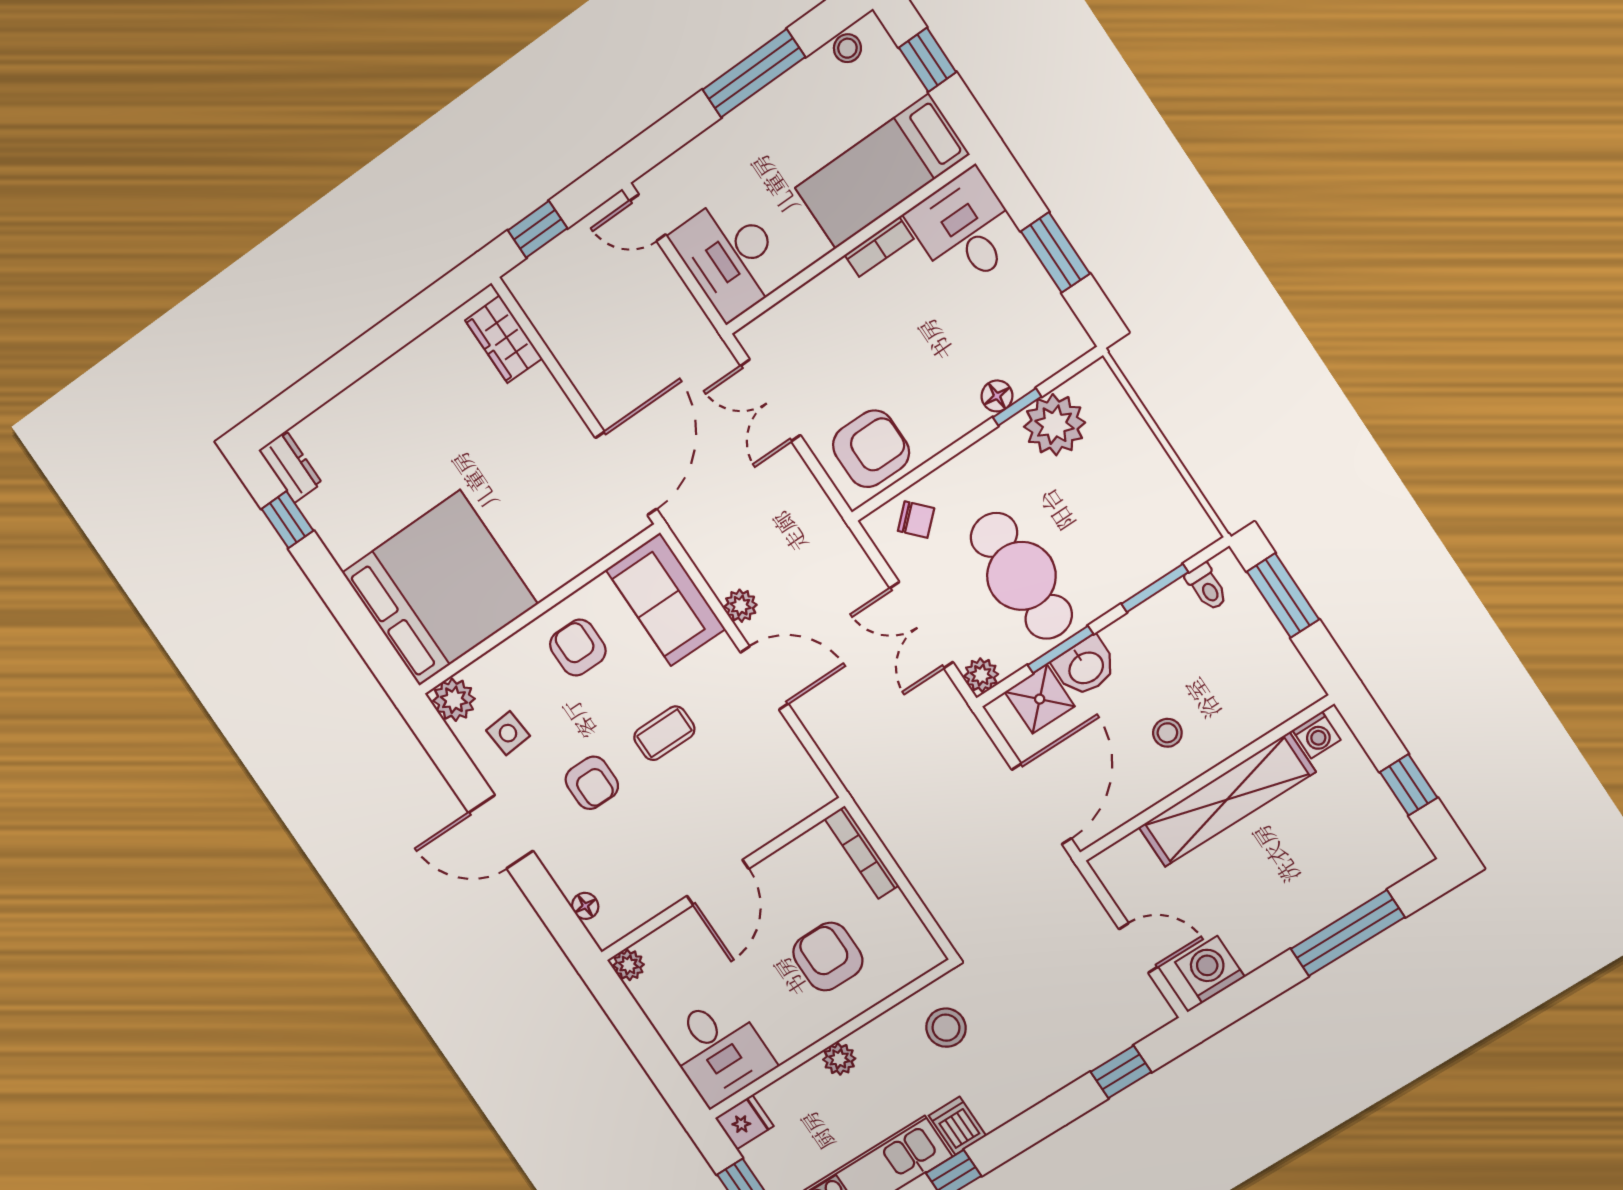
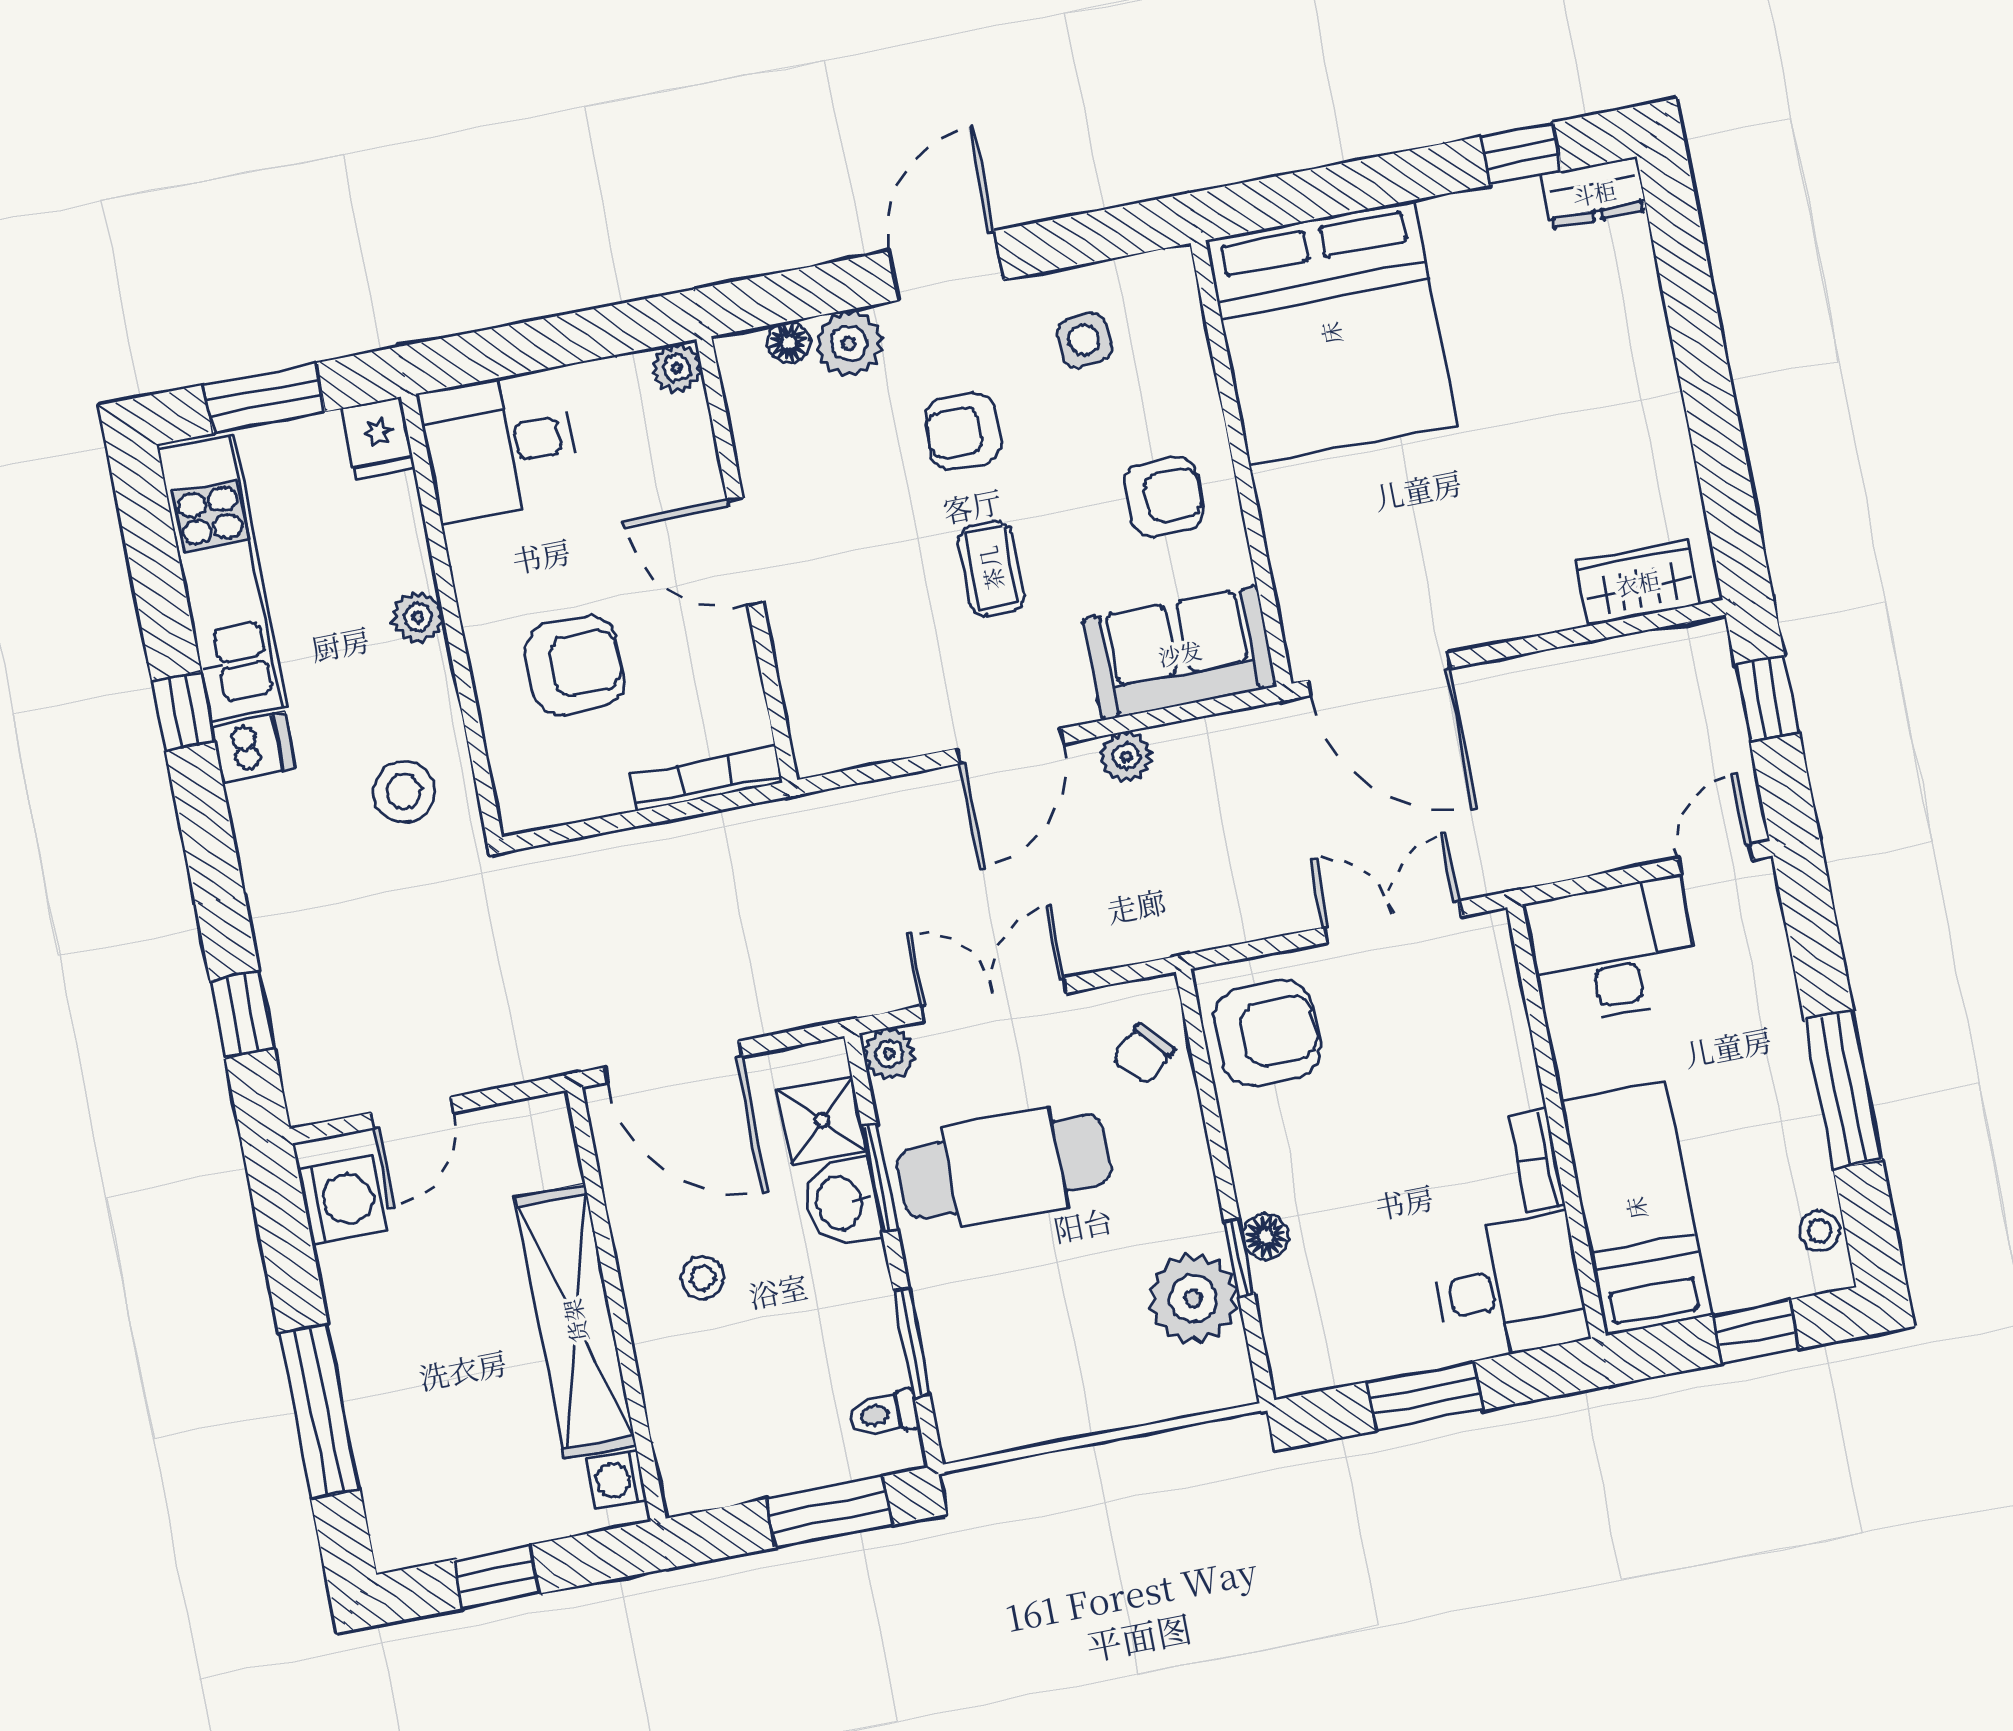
armchair: (871, 449) -> (1267, 1033), turned -90
plant: (454, 700) -> (849, 344), moved

